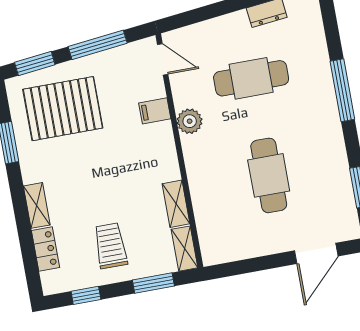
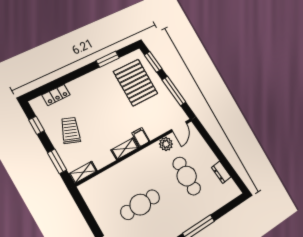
filing cabinet: (155, 111) -> (141, 137), moved
plant: (190, 121) -> (166, 144), moved
shelving: (176, 204) -> (125, 149), moved
shelving: (37, 205) -> (79, 83), removed
trolley: (111, 246) -> (70, 130), turned -70

